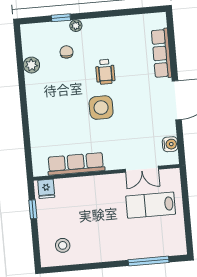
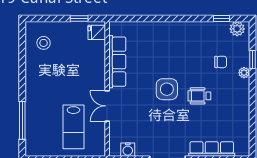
window: (19, 55) -> (221, 18), added
plant: (31, 65) -> (237, 29), moved
double door: (142, 169) -> (107, 106), moved
lab bench: (151, 205) -> (73, 127), turned 180

